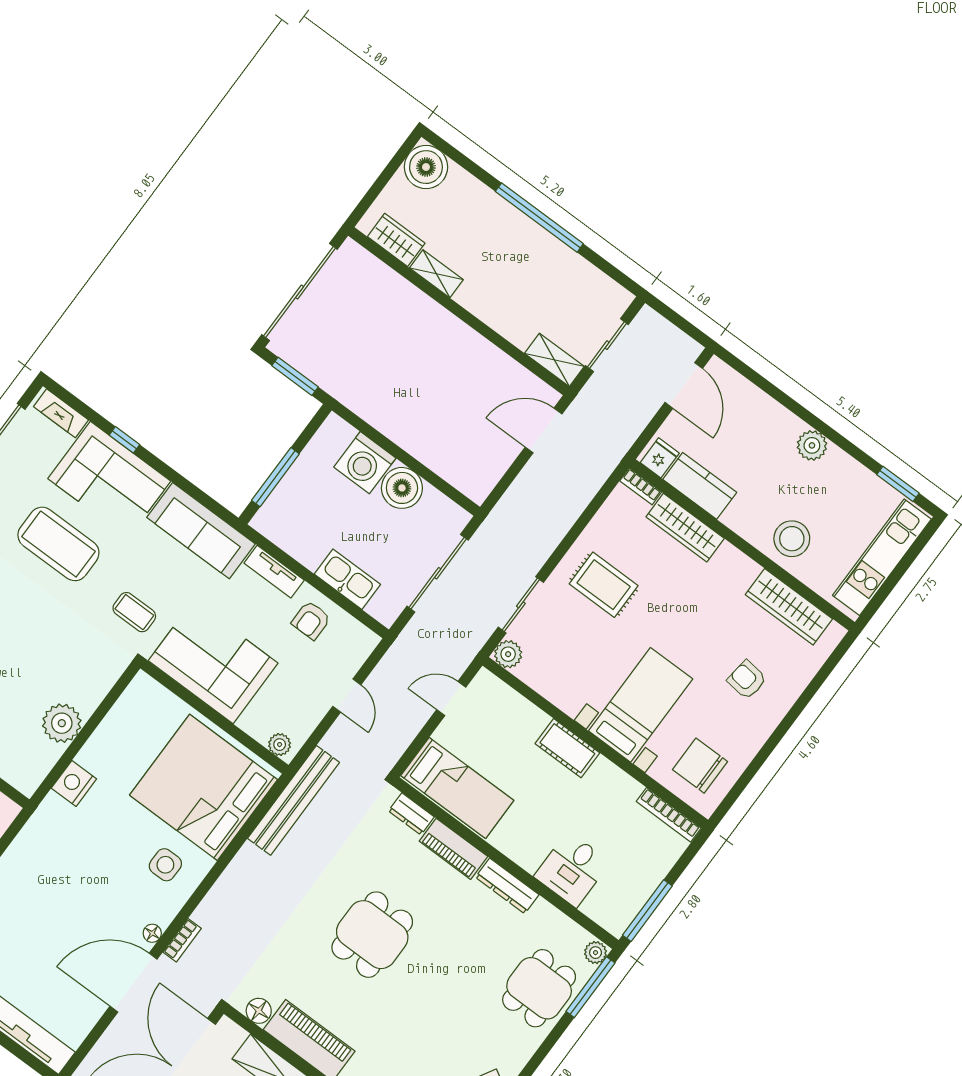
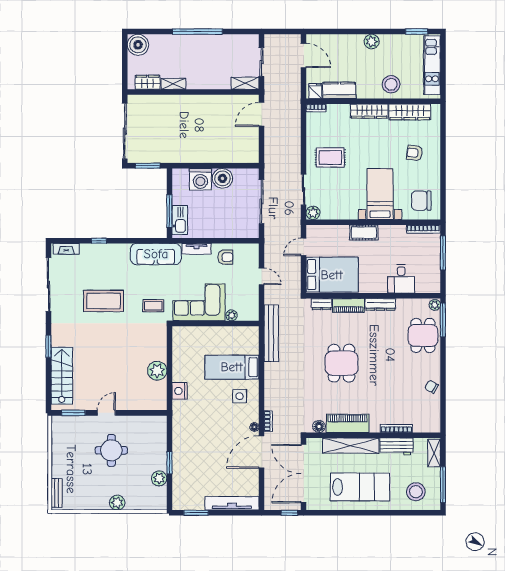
corner sofa: (109, 480) -> (105, 261), removed
wardrobe: (685, 528) -> (369, 111), moved
kitchen sink: (347, 579) -> (180, 220), moved, turned 90
armchair: (311, 620) -> (225, 257), turned -90
plant: (280, 745) -> (232, 315), moved
bed: (204, 787) -> (232, 367), width x0.49
bed: (457, 788) -> (332, 275), width x1.50
window: (647, 911) -> (443, 253), moved

